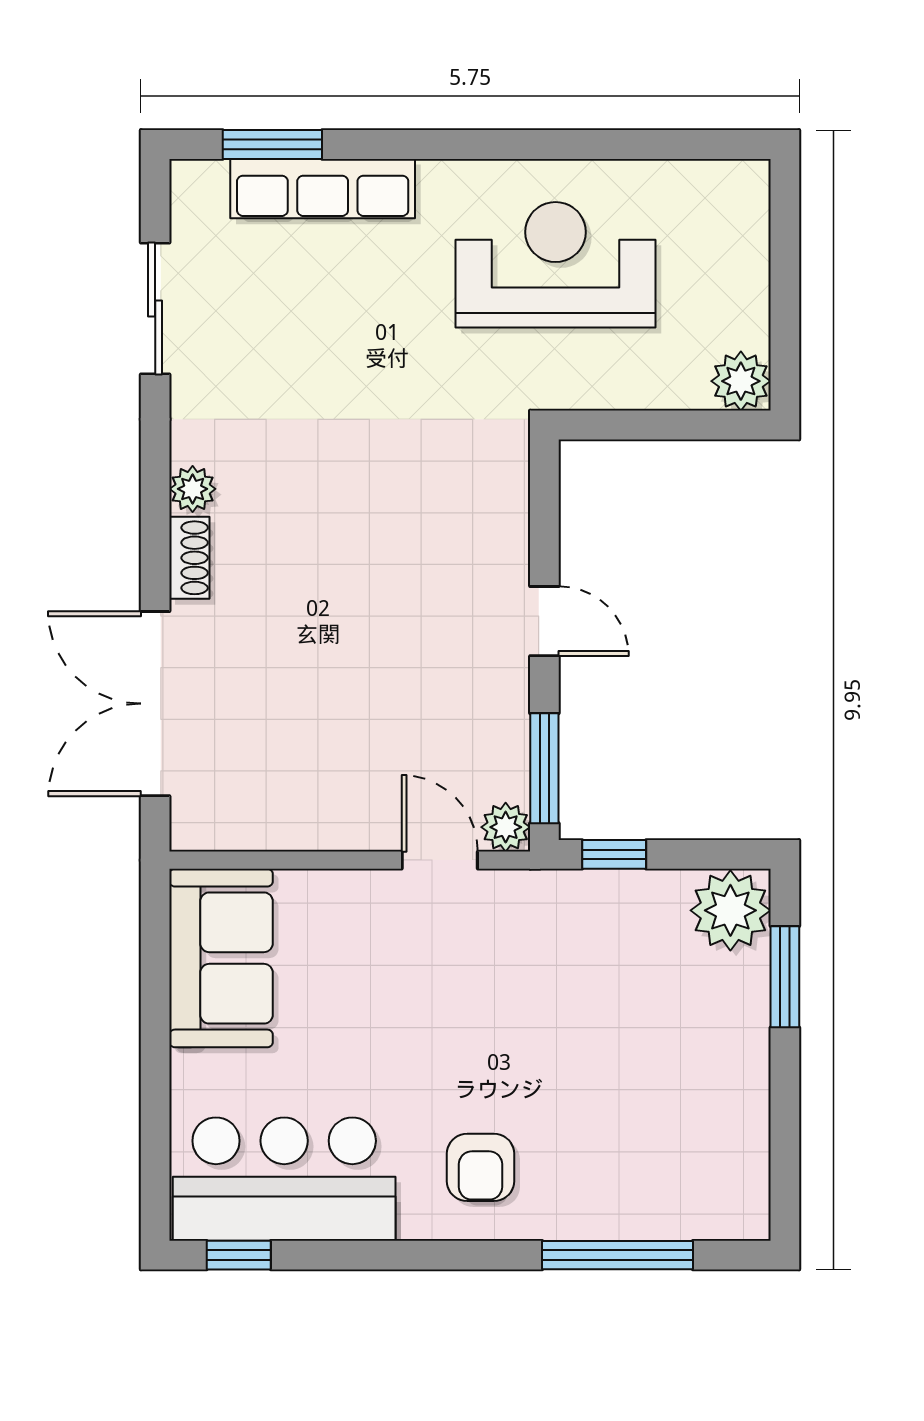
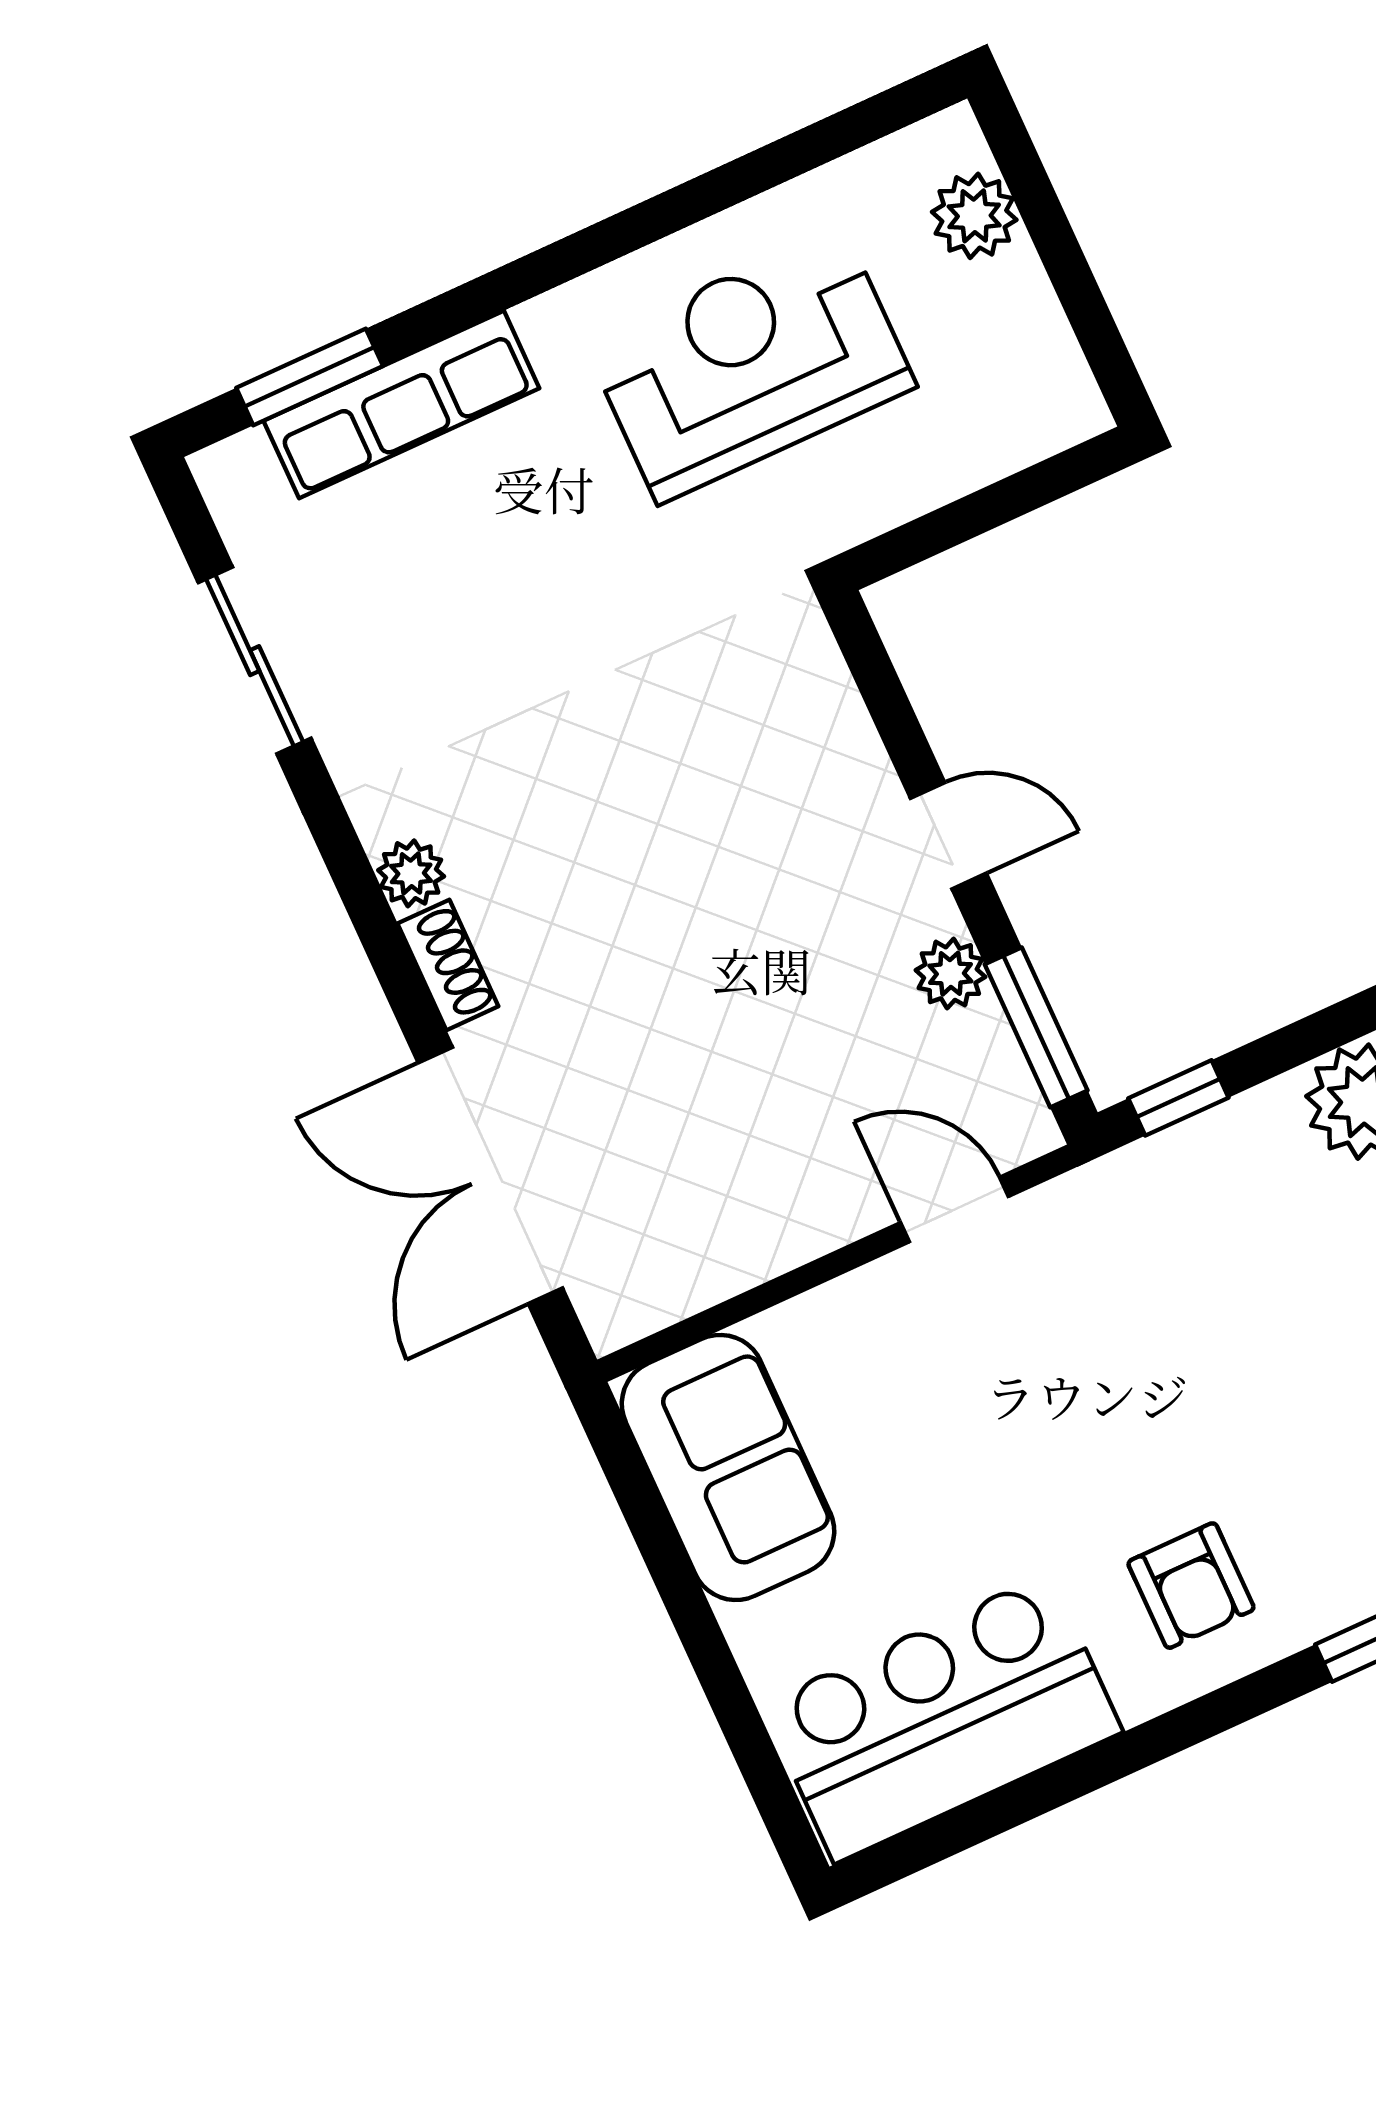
plant: (741, 381) -> (974, 216), moved
plant: (506, 827) -> (950, 974), moved
window: (239, 1255) -> (928, 1844), removed

